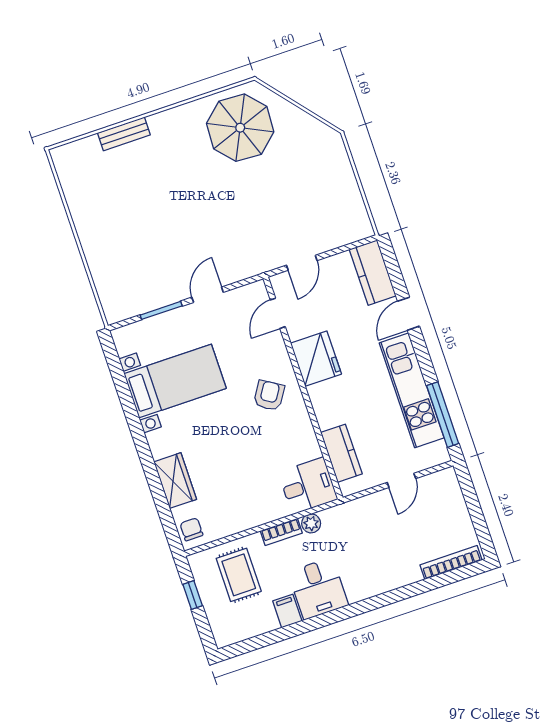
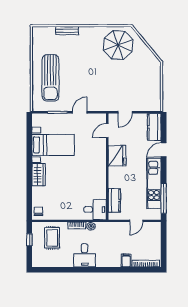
sun lounger: (123, 244) -> (50, 78), added
armchair: (269, 396) -> (91, 165), removed
wardrobe: (175, 481) -> (39, 175), moved
filing cabinet: (287, 611) -> (126, 261), moved

